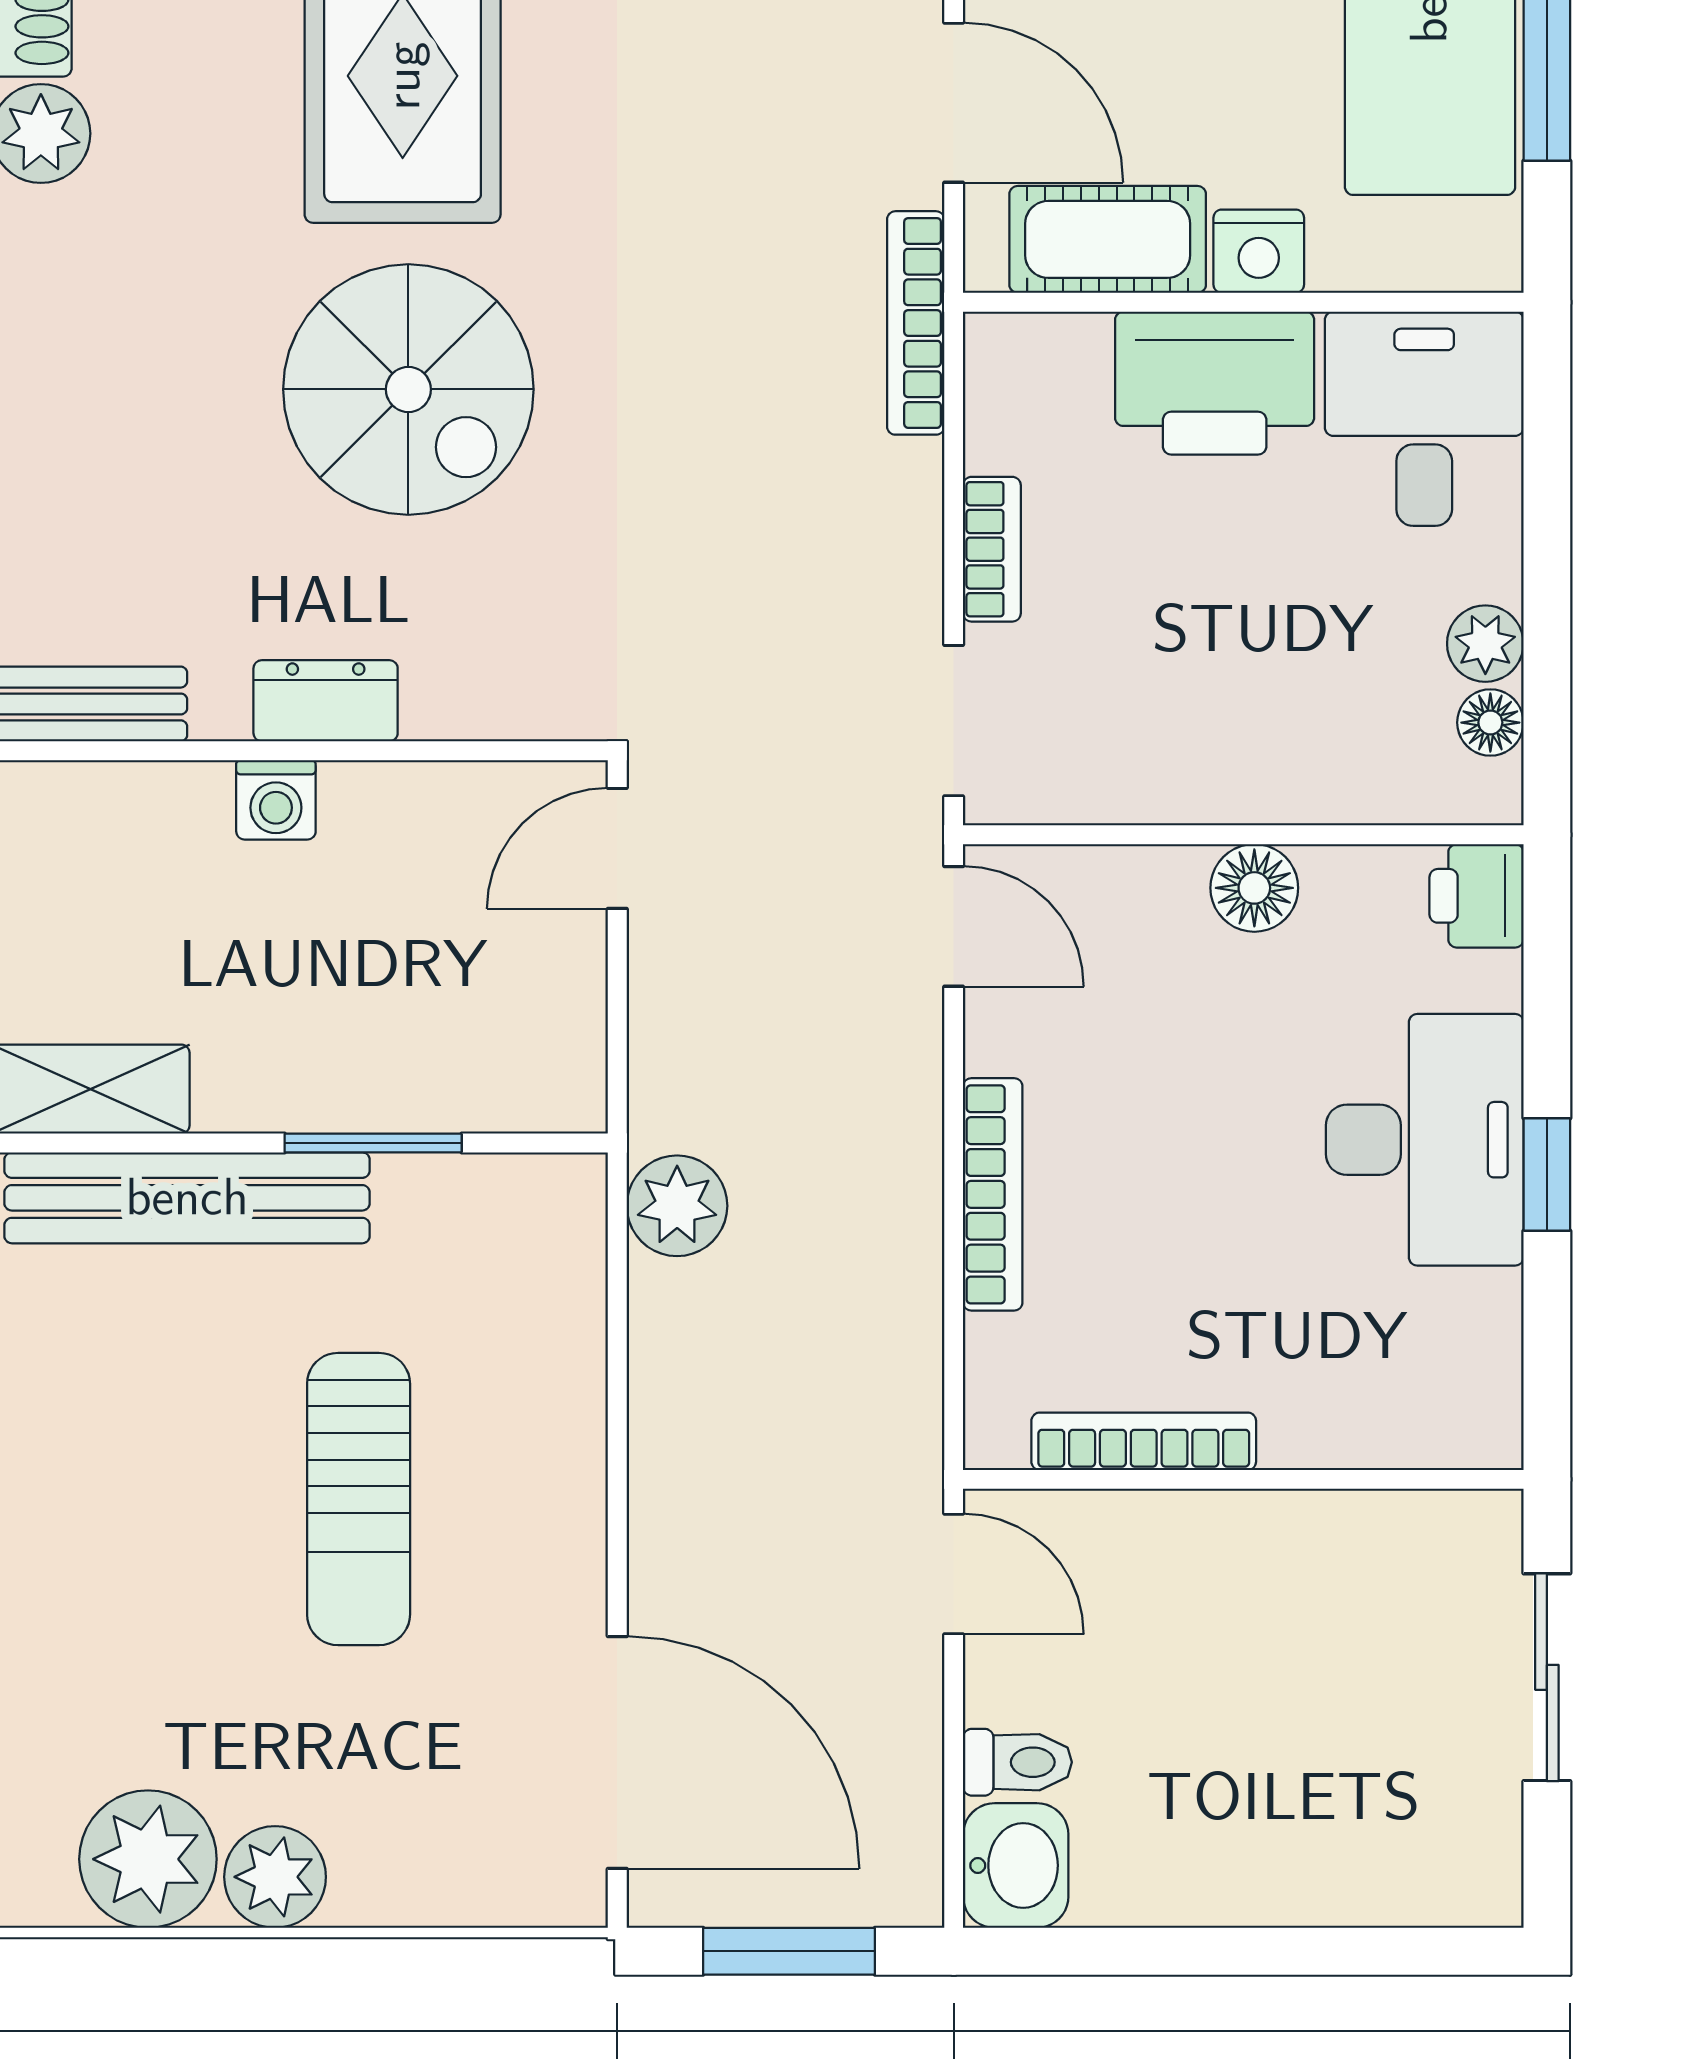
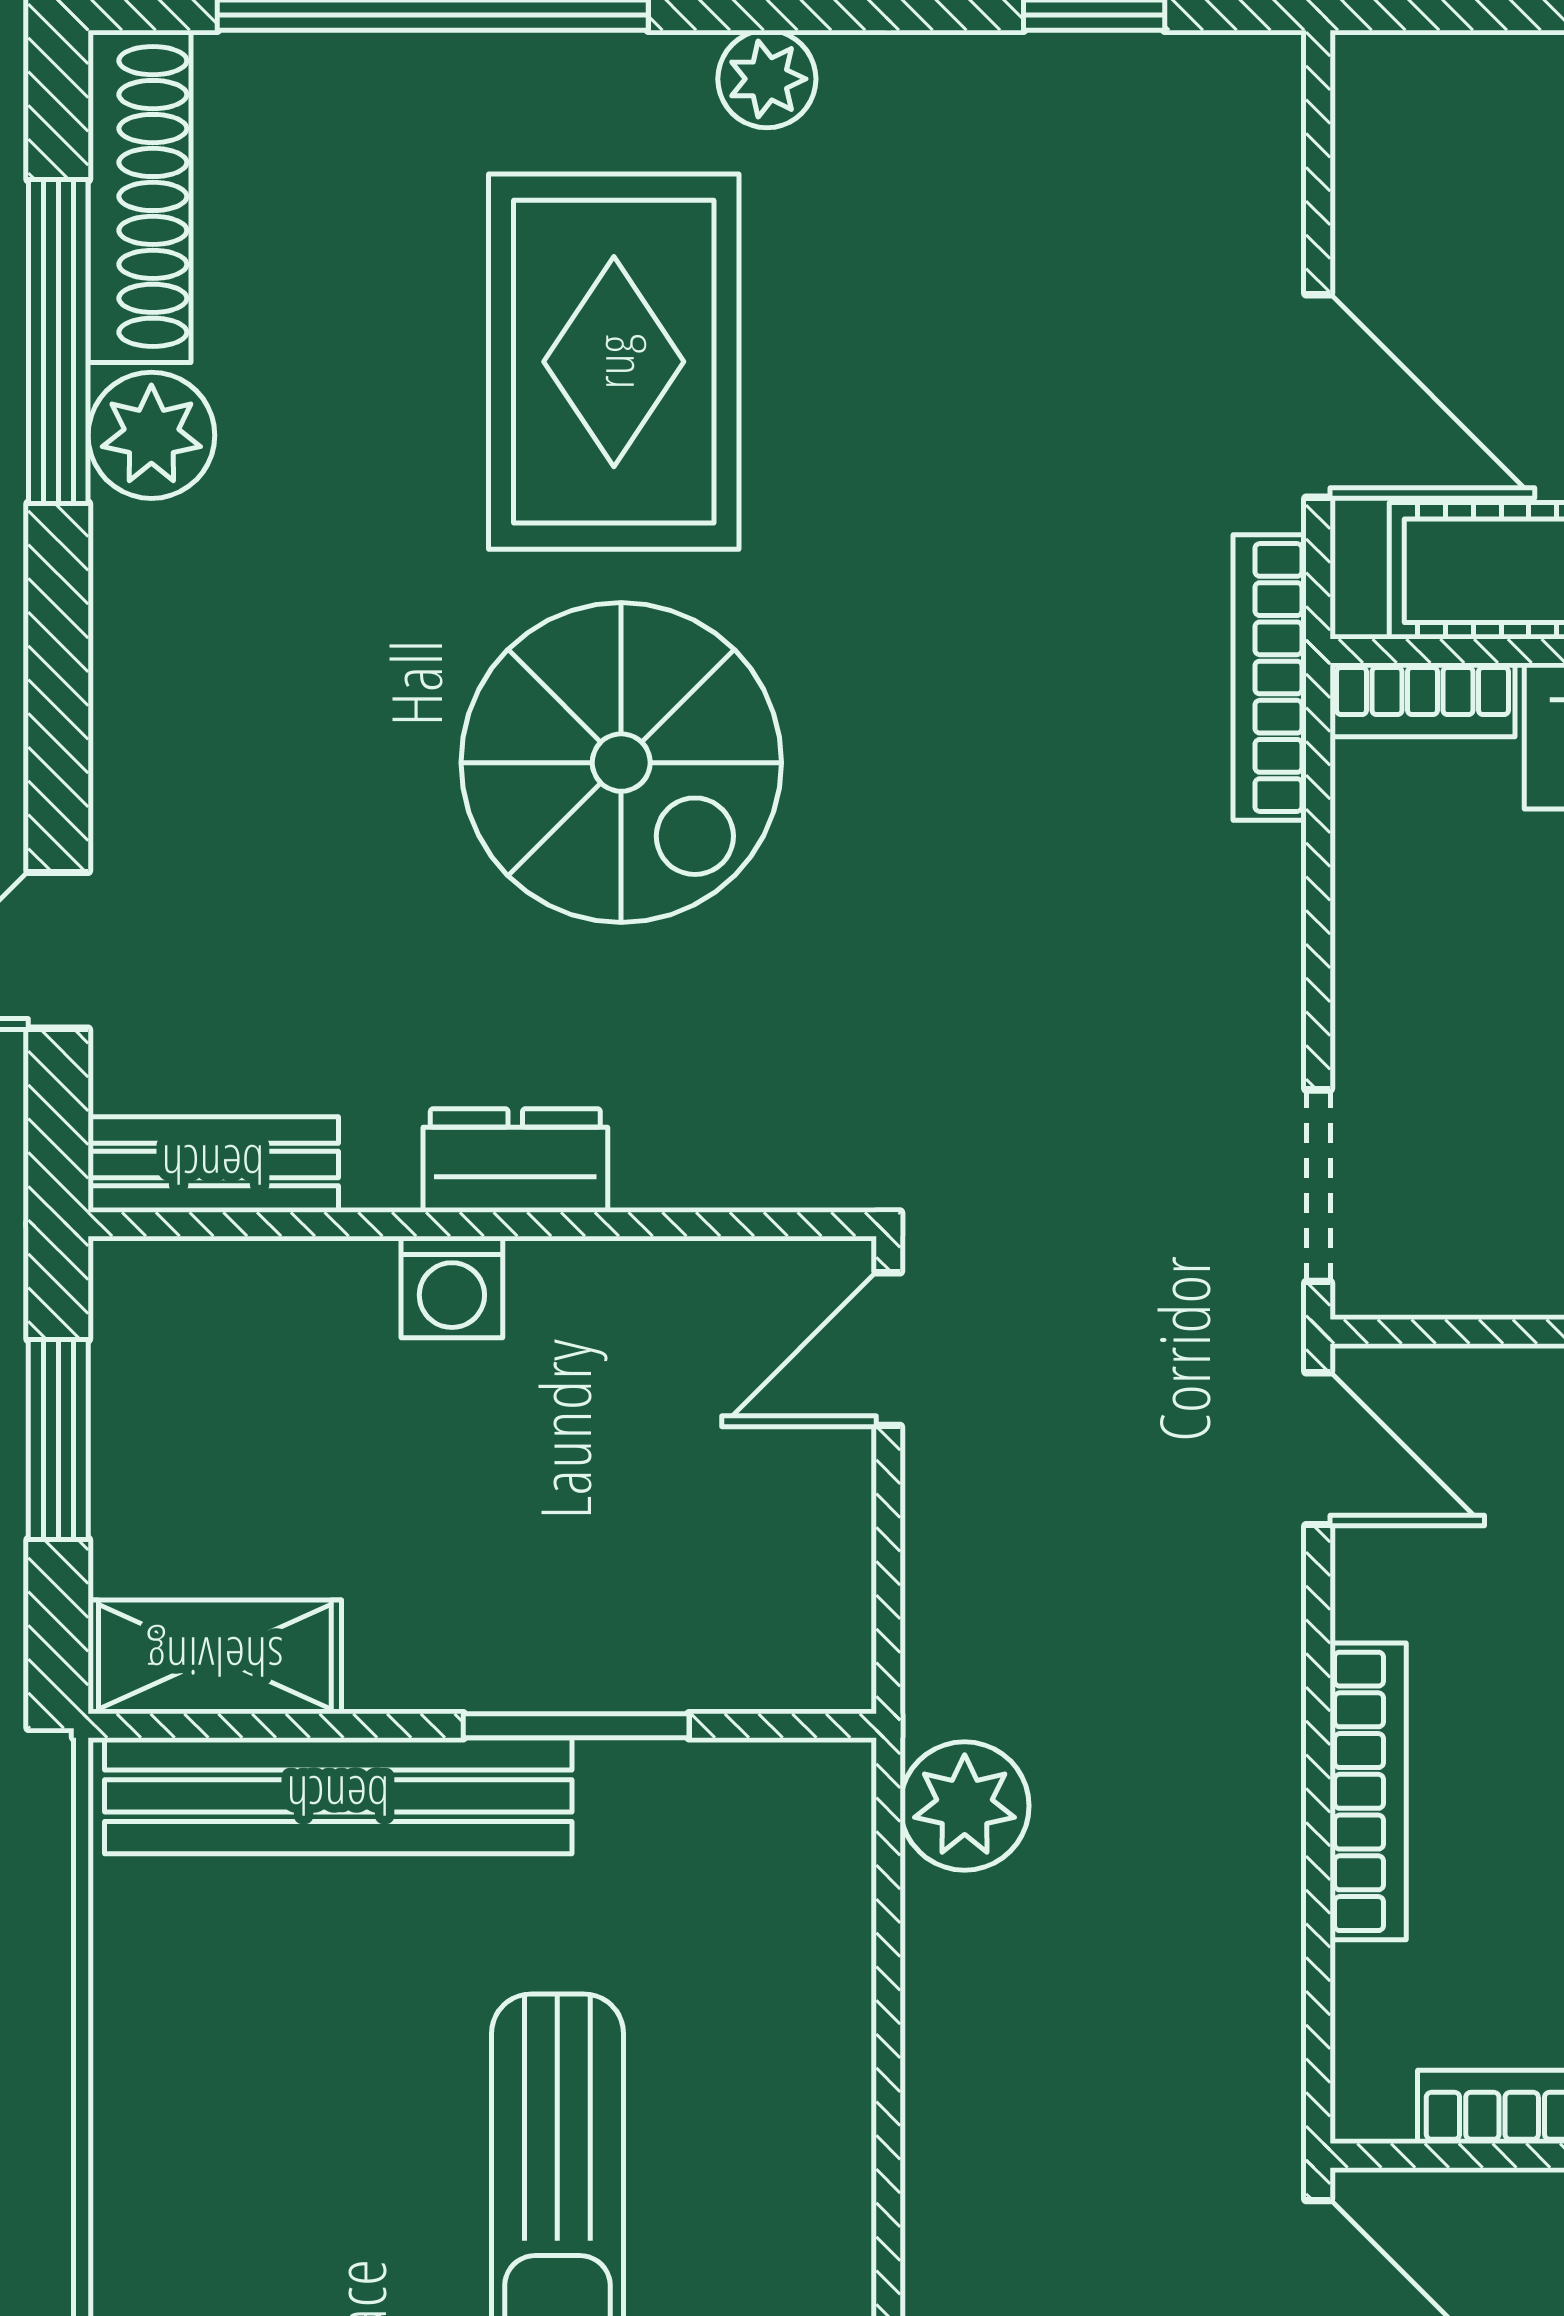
bookcase: (992, 549) -> (1423, 700), moved, turned 90

